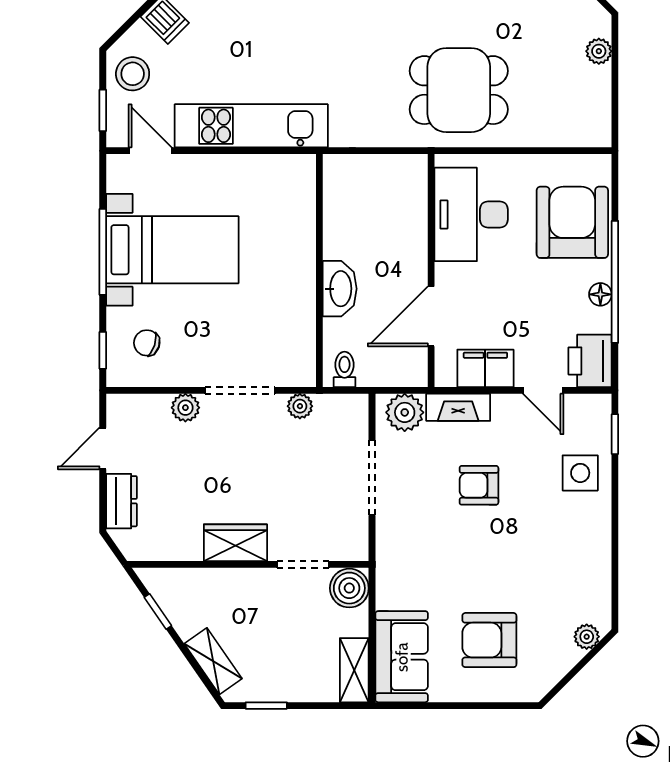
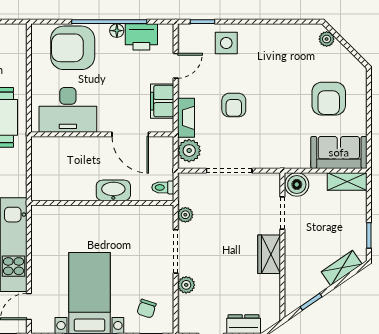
printer: (590, 361) -> (141, 37), moved

